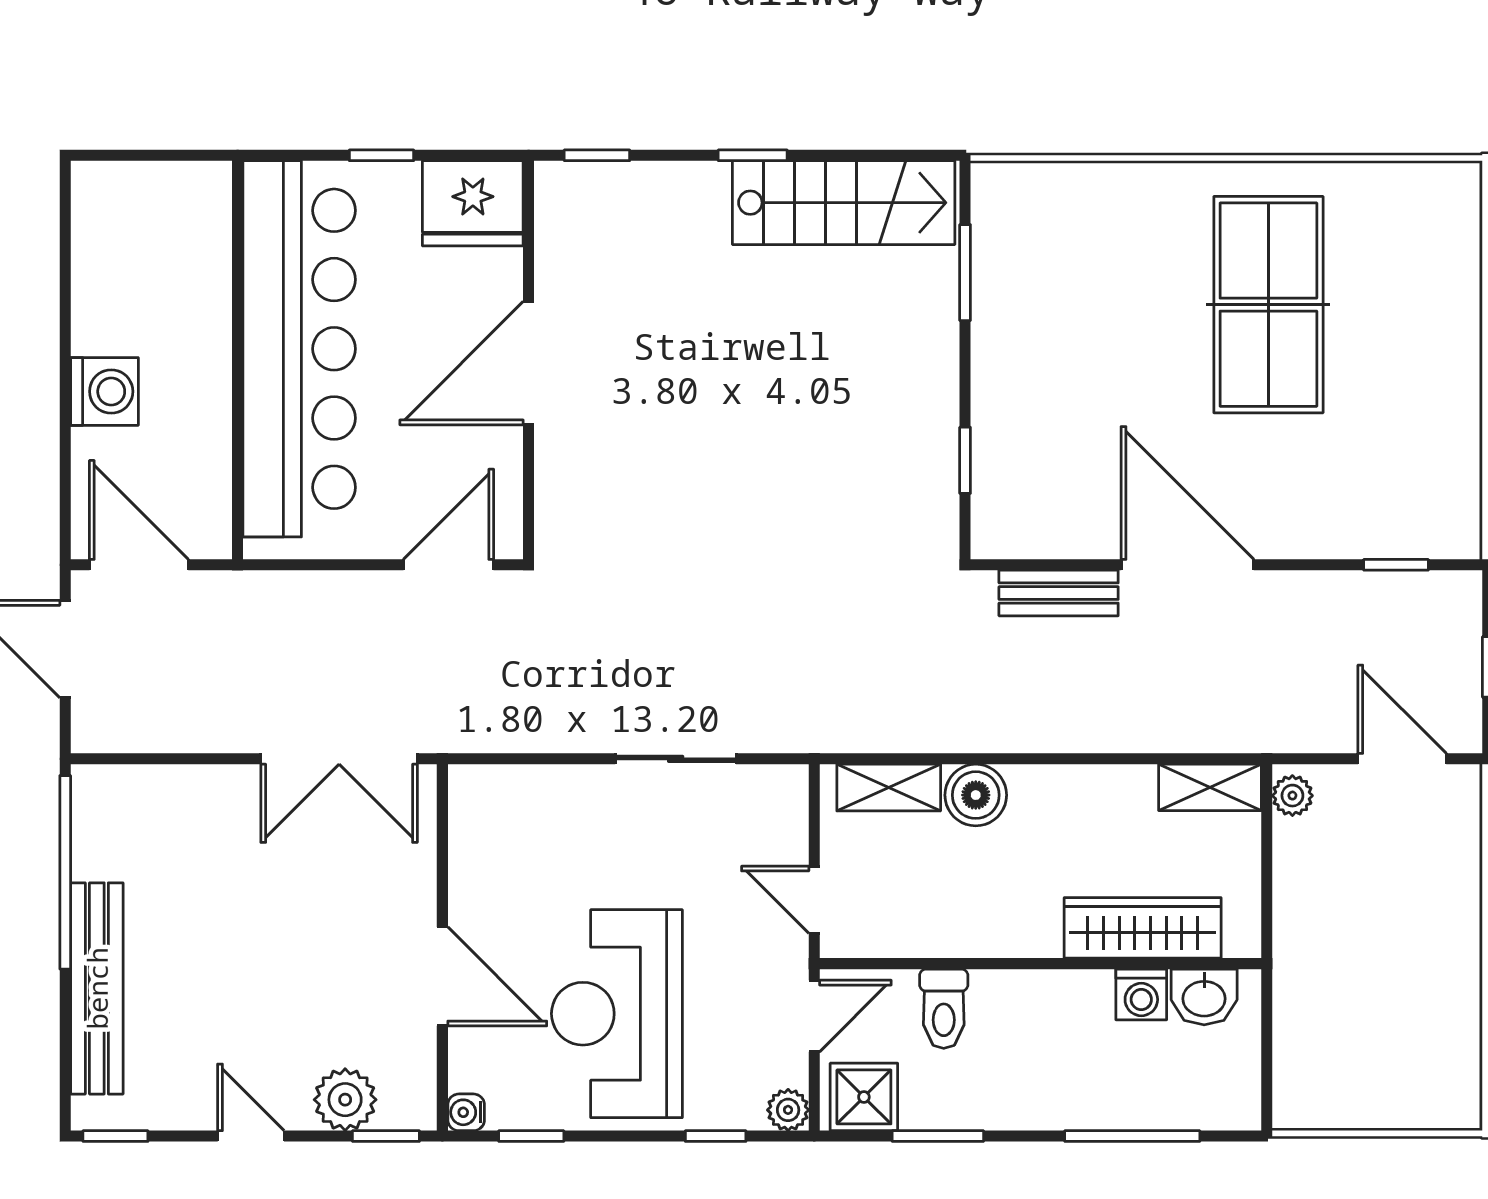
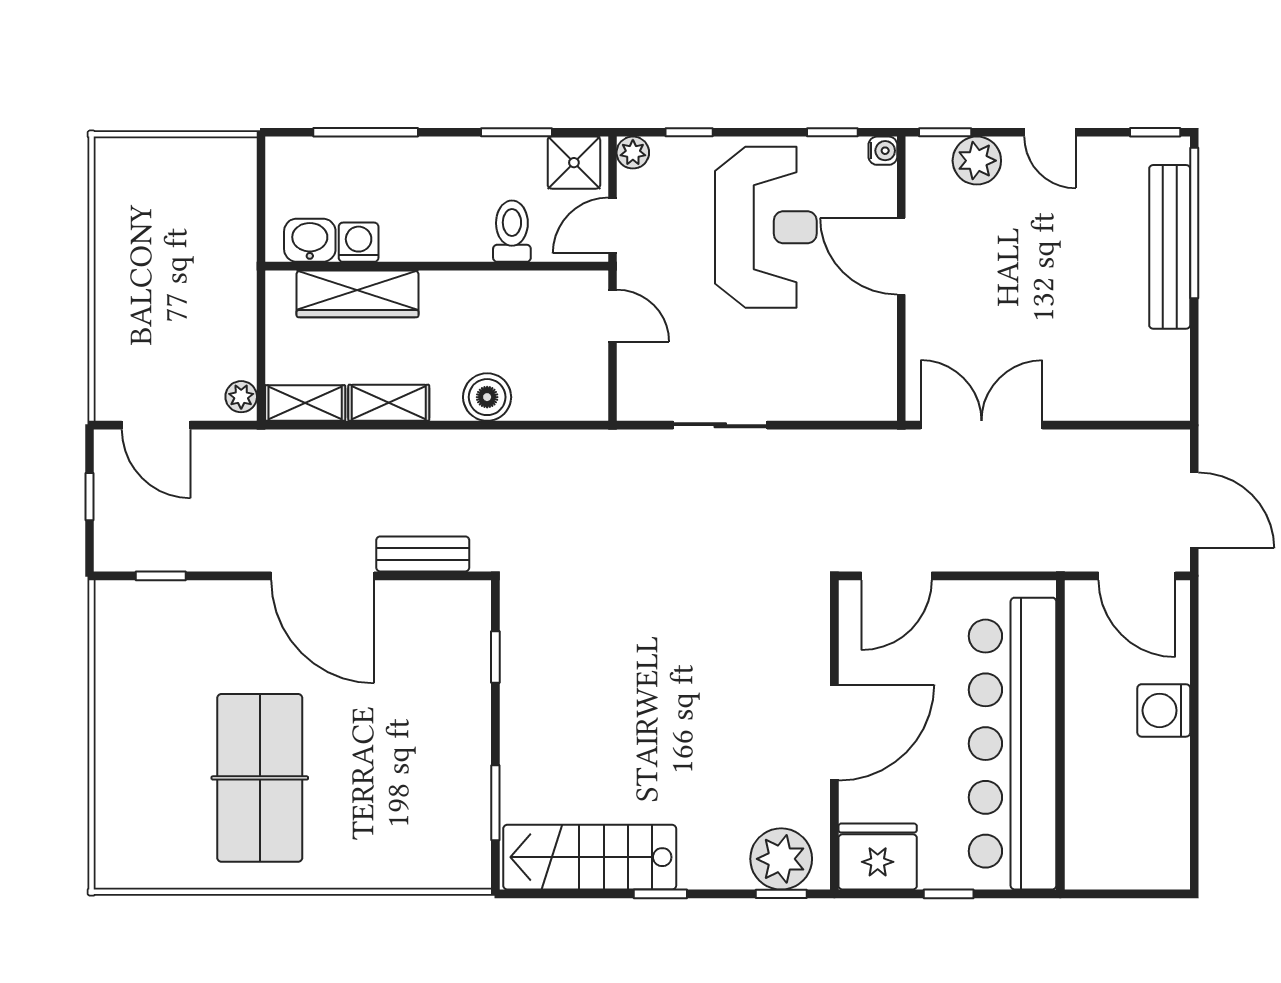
plant: (597, 200) -> (781, 859), added
shelving: (889, 788) -> (389, 403), moved
window: (65, 872) -> (1194, 223), moved

